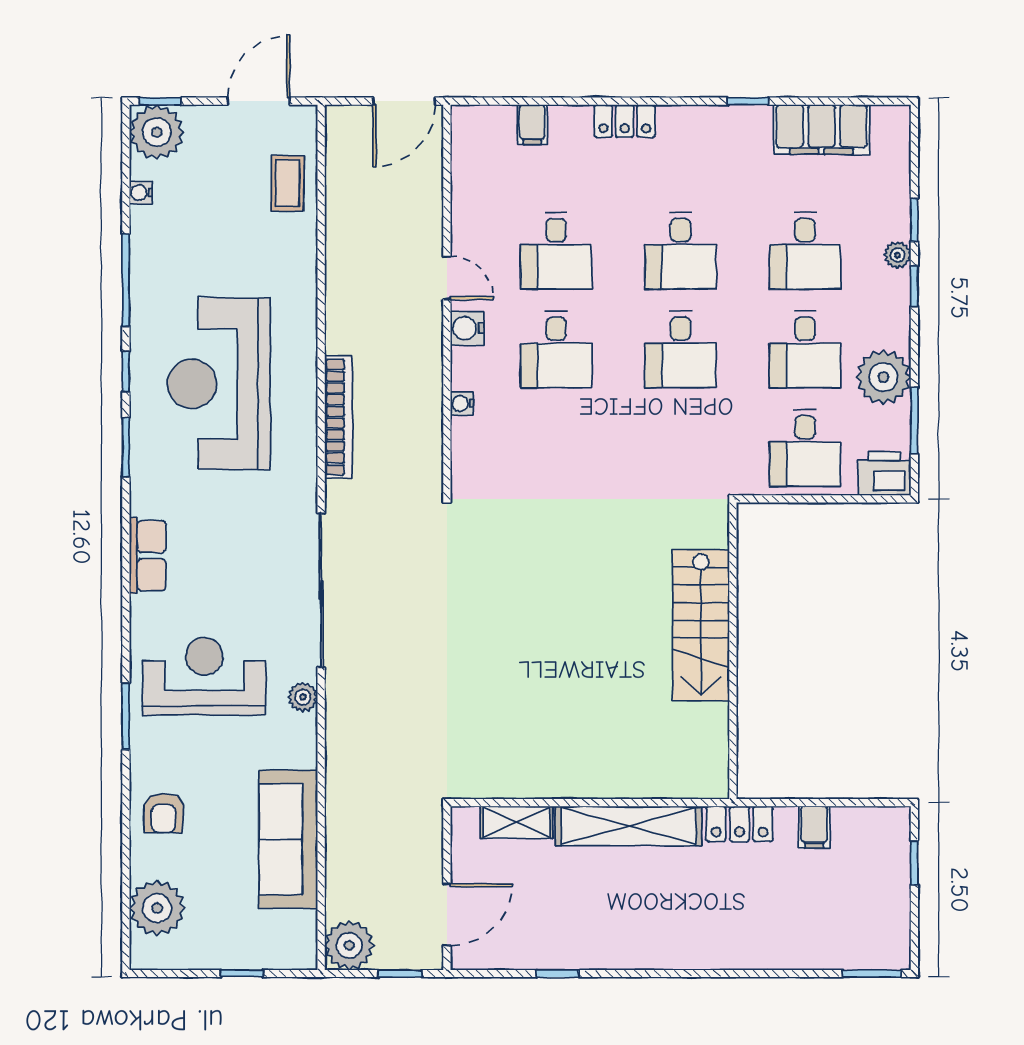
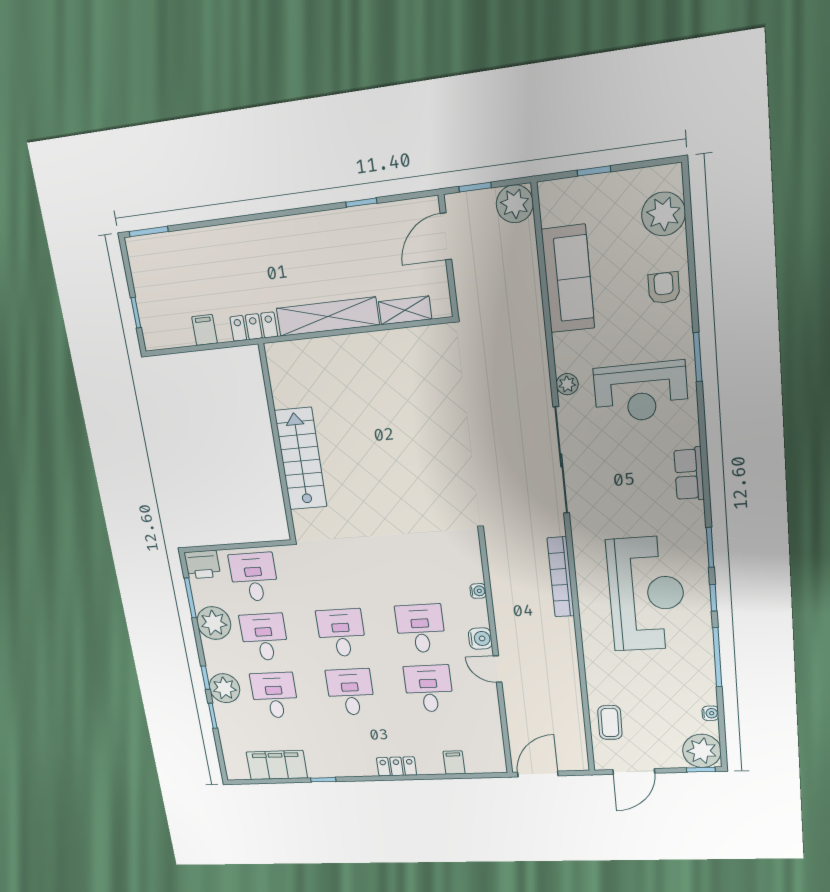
plant: (898, 255) -> (225, 688), width x1.87, depth x1.87

